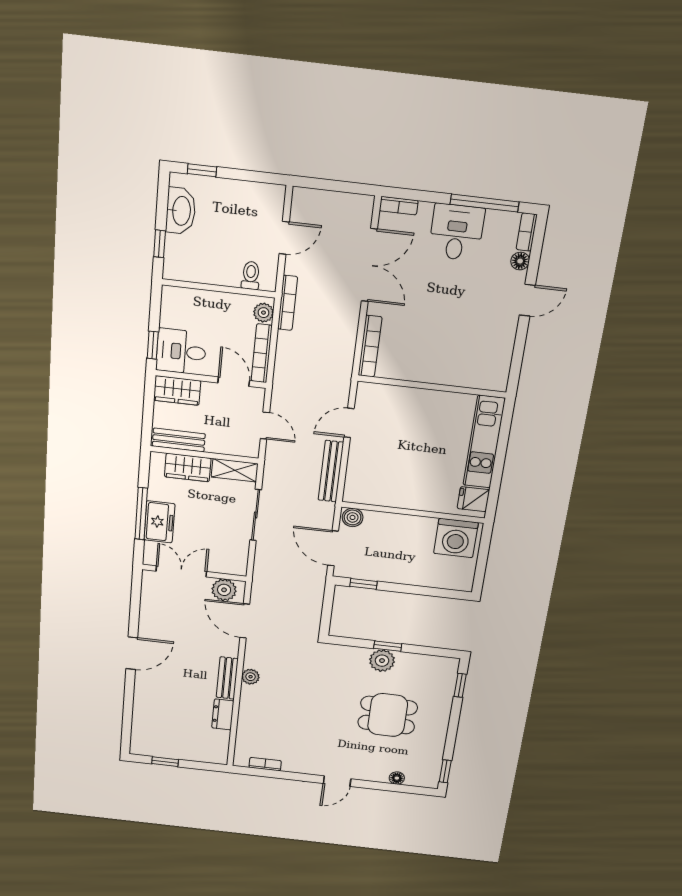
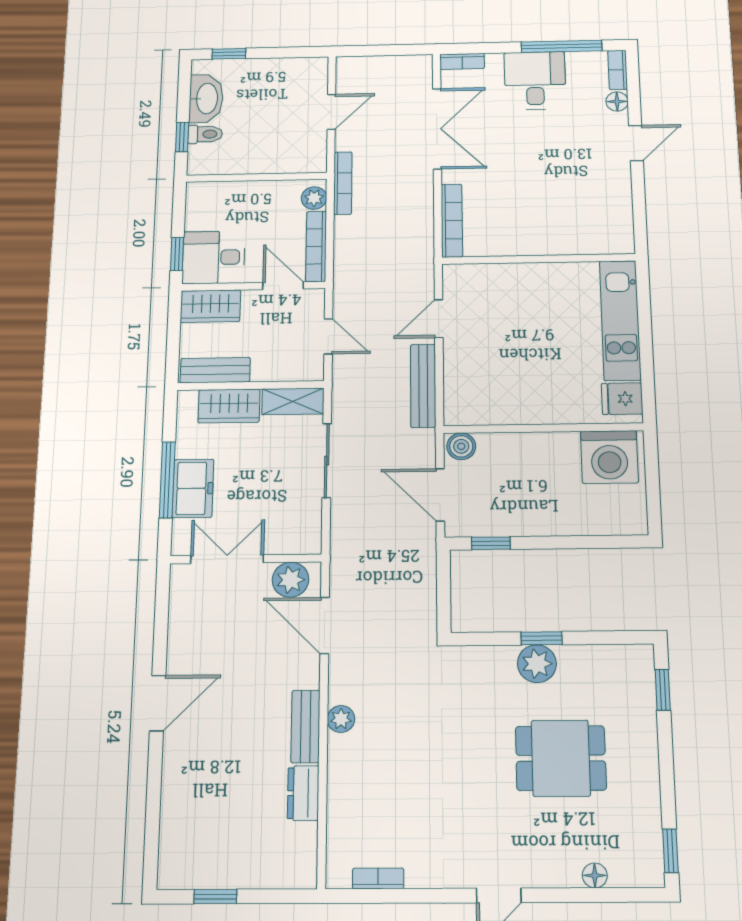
toilet: (251, 275) -> (205, 134), moved, turned 90

